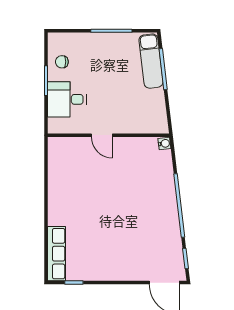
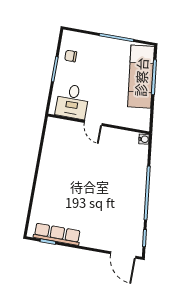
exam couch: (151, 61) -> (141, 77), width x1.36, depth x1.45
desk: (67, 99) -> (72, 101), moved, turned -90
row of seats: (56, 254) -> (57, 234), moved, turned -90

